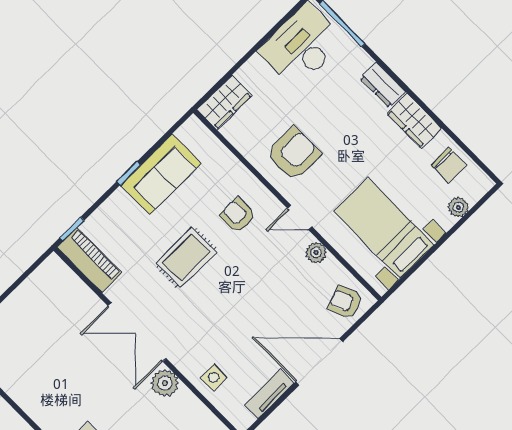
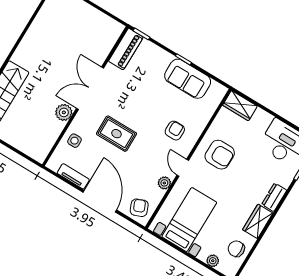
chair: (449, 165) -> (236, 249), turned 90
rug: (186, 257) -> (117, 134), moved

